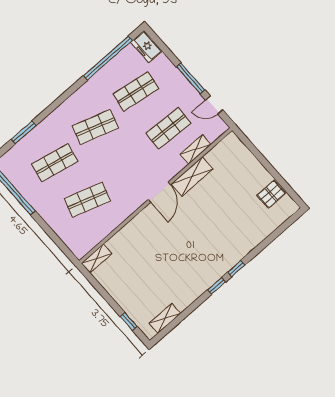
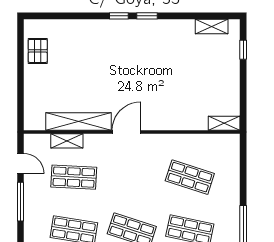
shelving: (192, 176) -> (78, 122), width x1.47
pallet: (271, 194) -> (38, 51), turned 90

